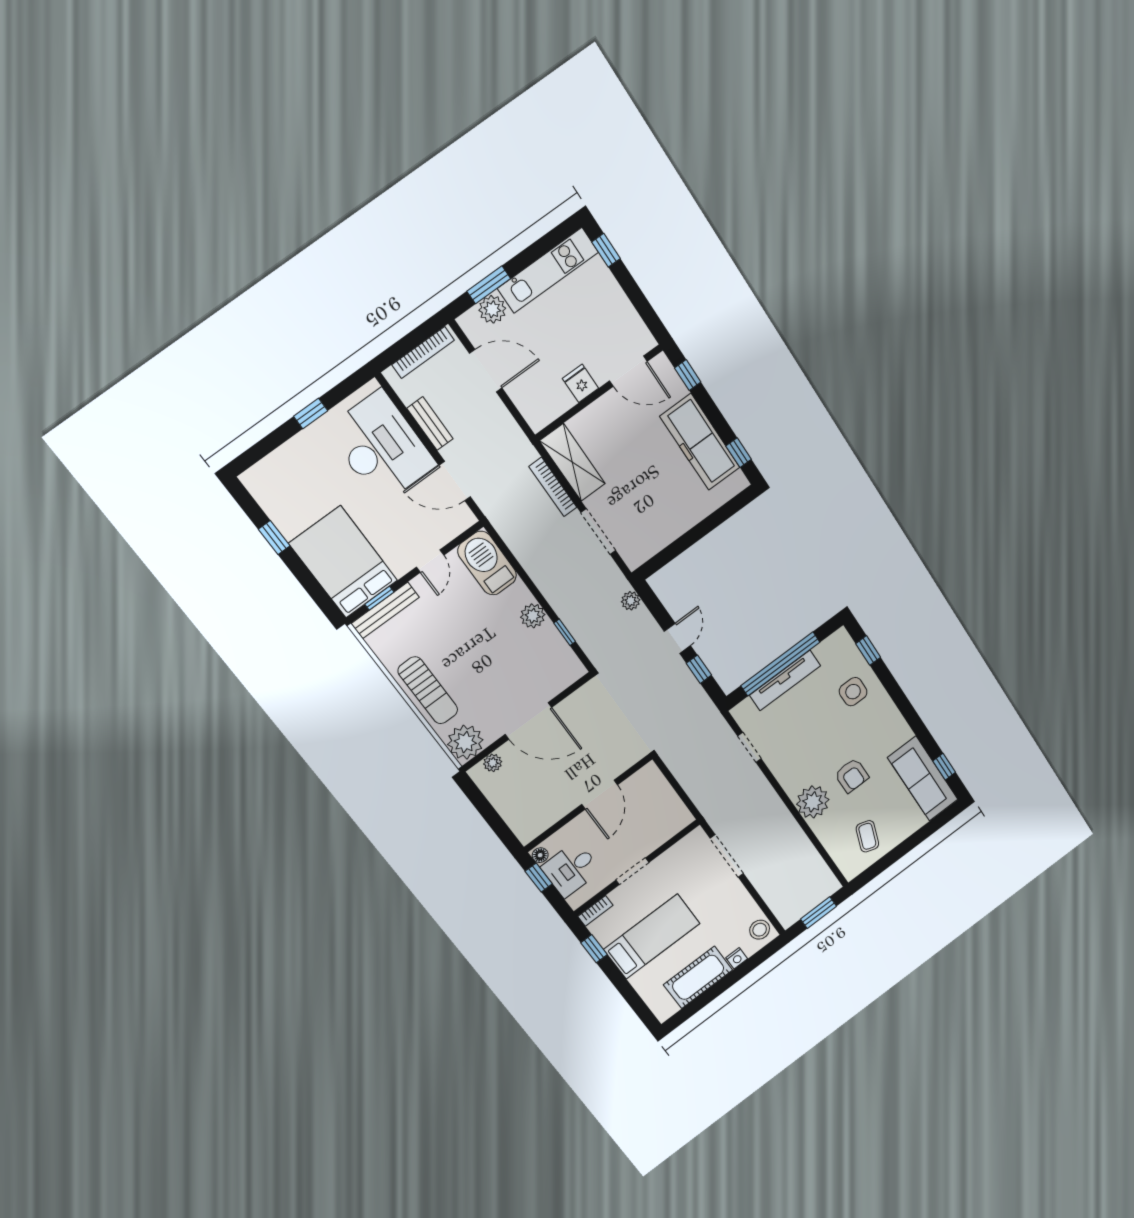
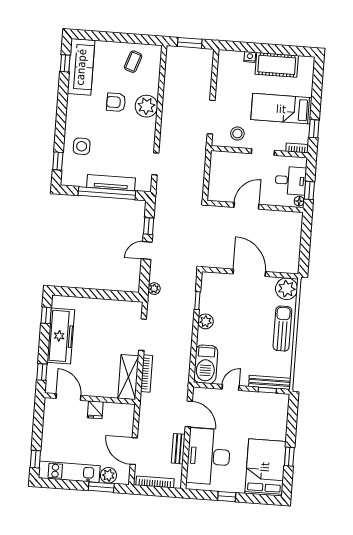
bed: (343, 562) -> (265, 467), moved, turned 180
plant: (493, 763) -> (283, 267), removed
armchair: (852, 775) -> (116, 102), turned -90
stool: (760, 930) -> (237, 133), moved

